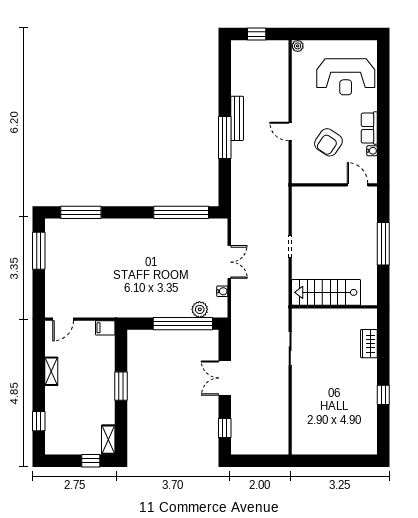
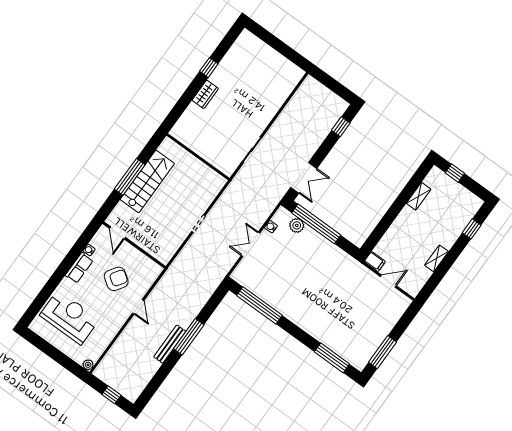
stairs: (326, 292) -> (147, 182), moved, turned -90
door: (63, 319) -> (388, 281), moved
wardrobe: (369, 344) -> (205, 94), moved
double door: (225, 378) -> (304, 178), moved
window: (121, 386) -> (394, 211), removed
shelving: (108, 440) -> (419, 196), moved

